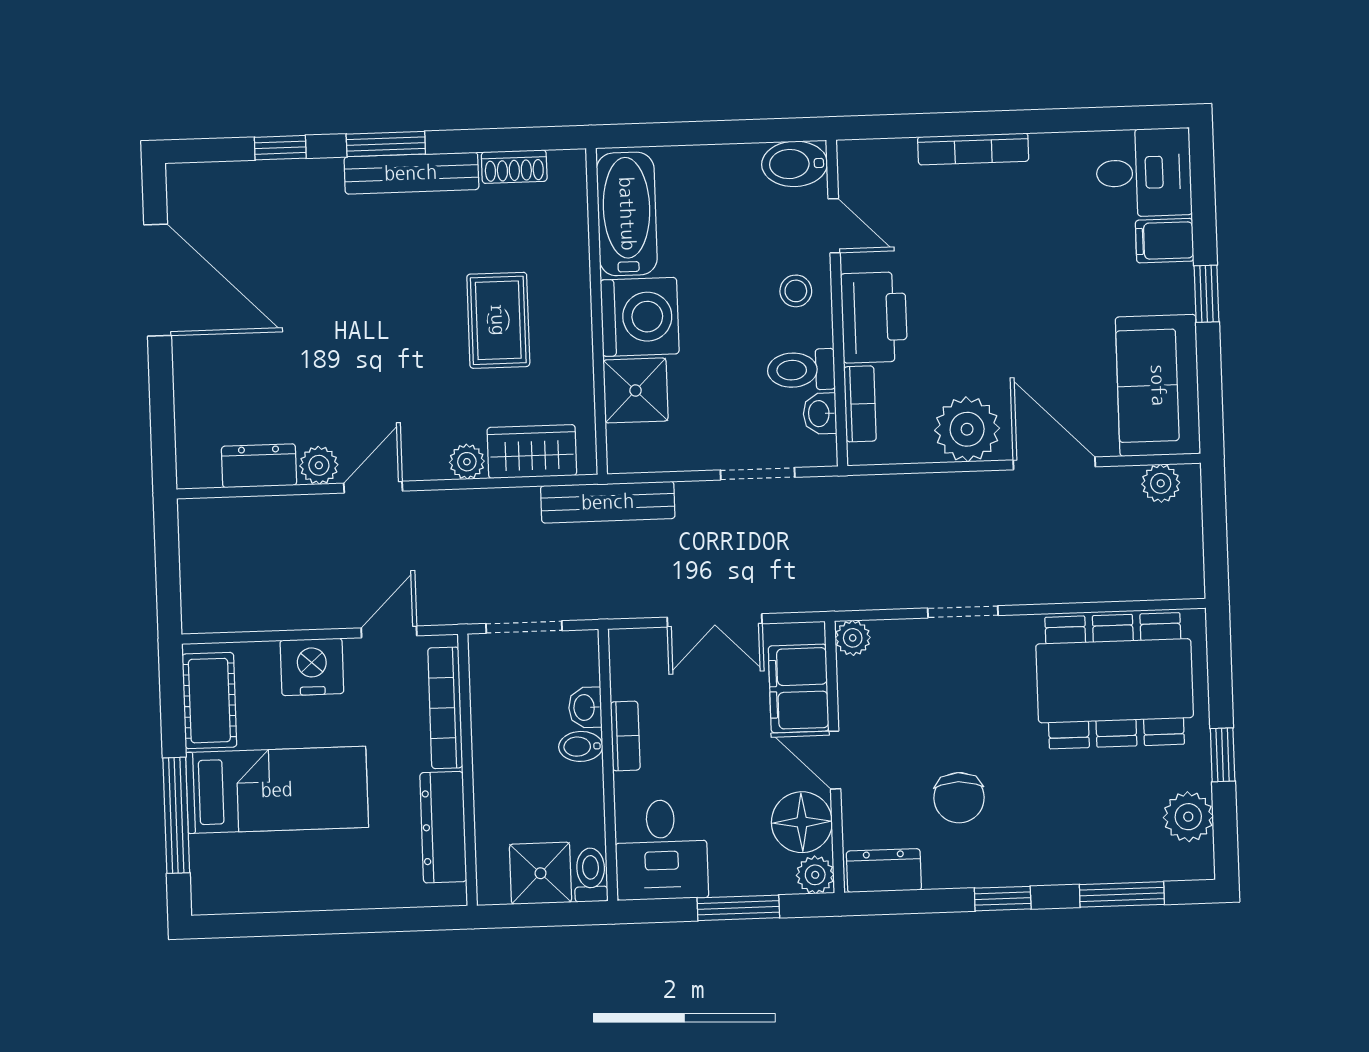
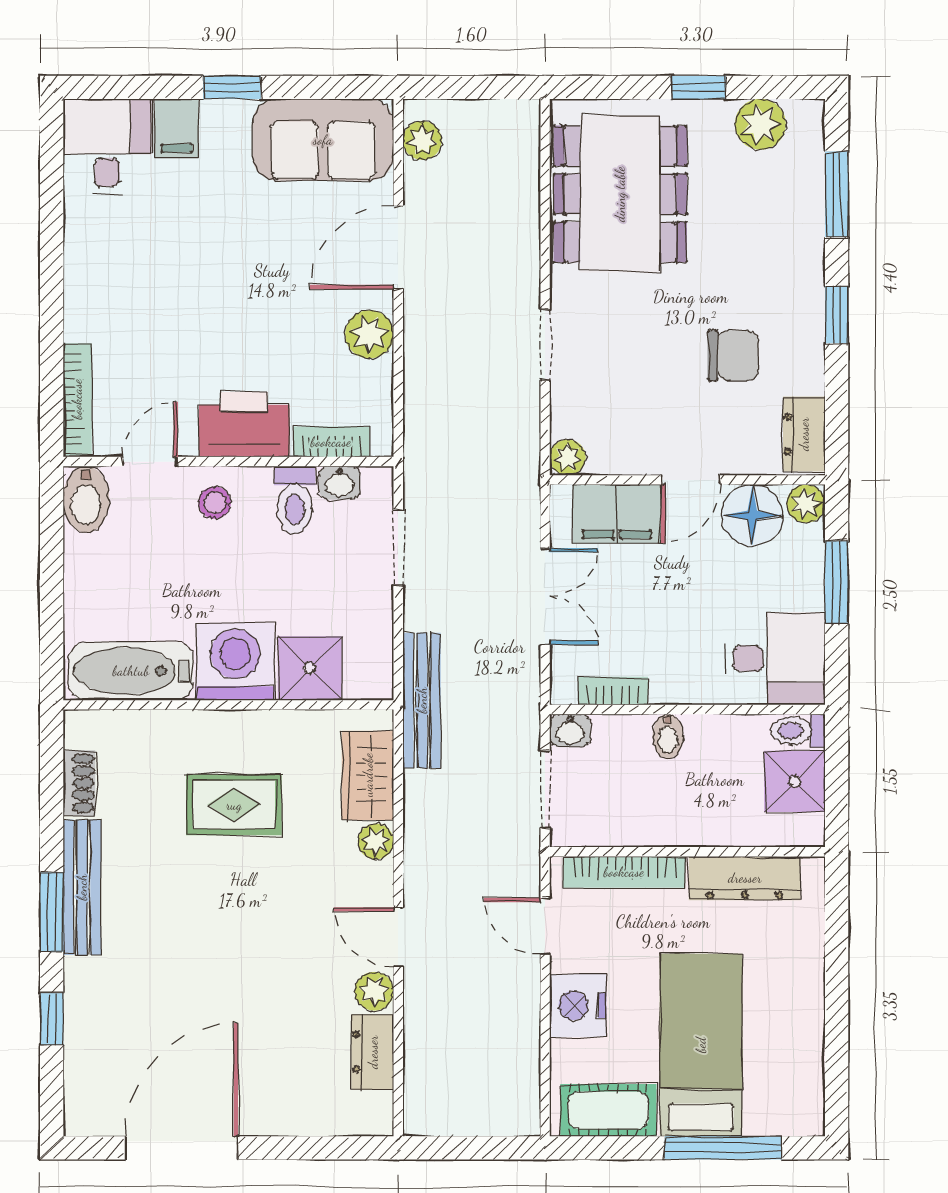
bookcase: (973, 149) -> (77, 399), moved
plant: (967, 429) -> (369, 334), width x0.73, depth x0.73
washbasin: (585, 707) -> (570, 731), moved
bookcase: (625, 736) -> (613, 691), moved

